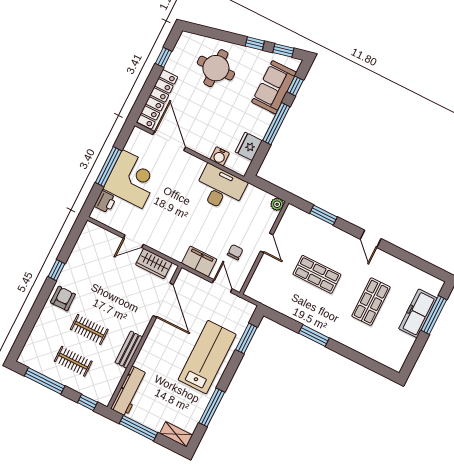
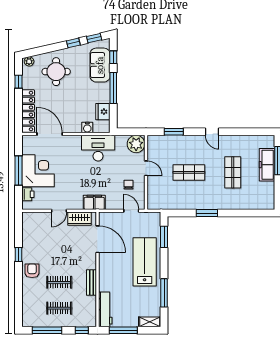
plant: (189, 39) -> (29, 61), added
plant: (277, 204) -> (136, 144), width x1.88, depth x1.88
filing cabinet: (199, 261) -> (94, 202), moved

